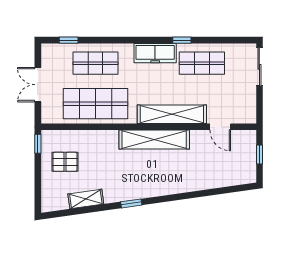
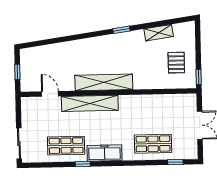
shop shelf: (96, 104) -> (152, 111), removed
pallet: (65, 162) -> (176, 63), turned 90

